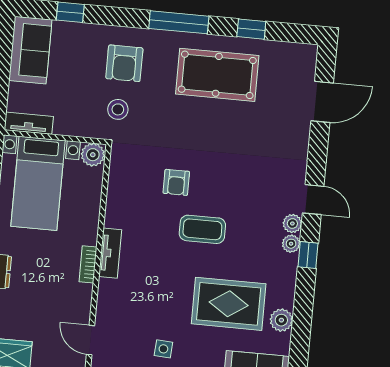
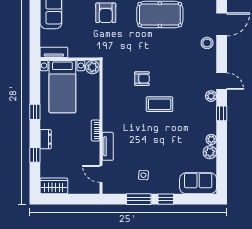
stool: (118, 109) -> (207, 43), moved
armchair: (176, 182) -> (142, 79), turned -90
plant: (291, 244) -> (211, 139), moved
tv unit: (110, 253) -> (108, 146), moved
rug: (229, 304) -> (179, 146), removed

